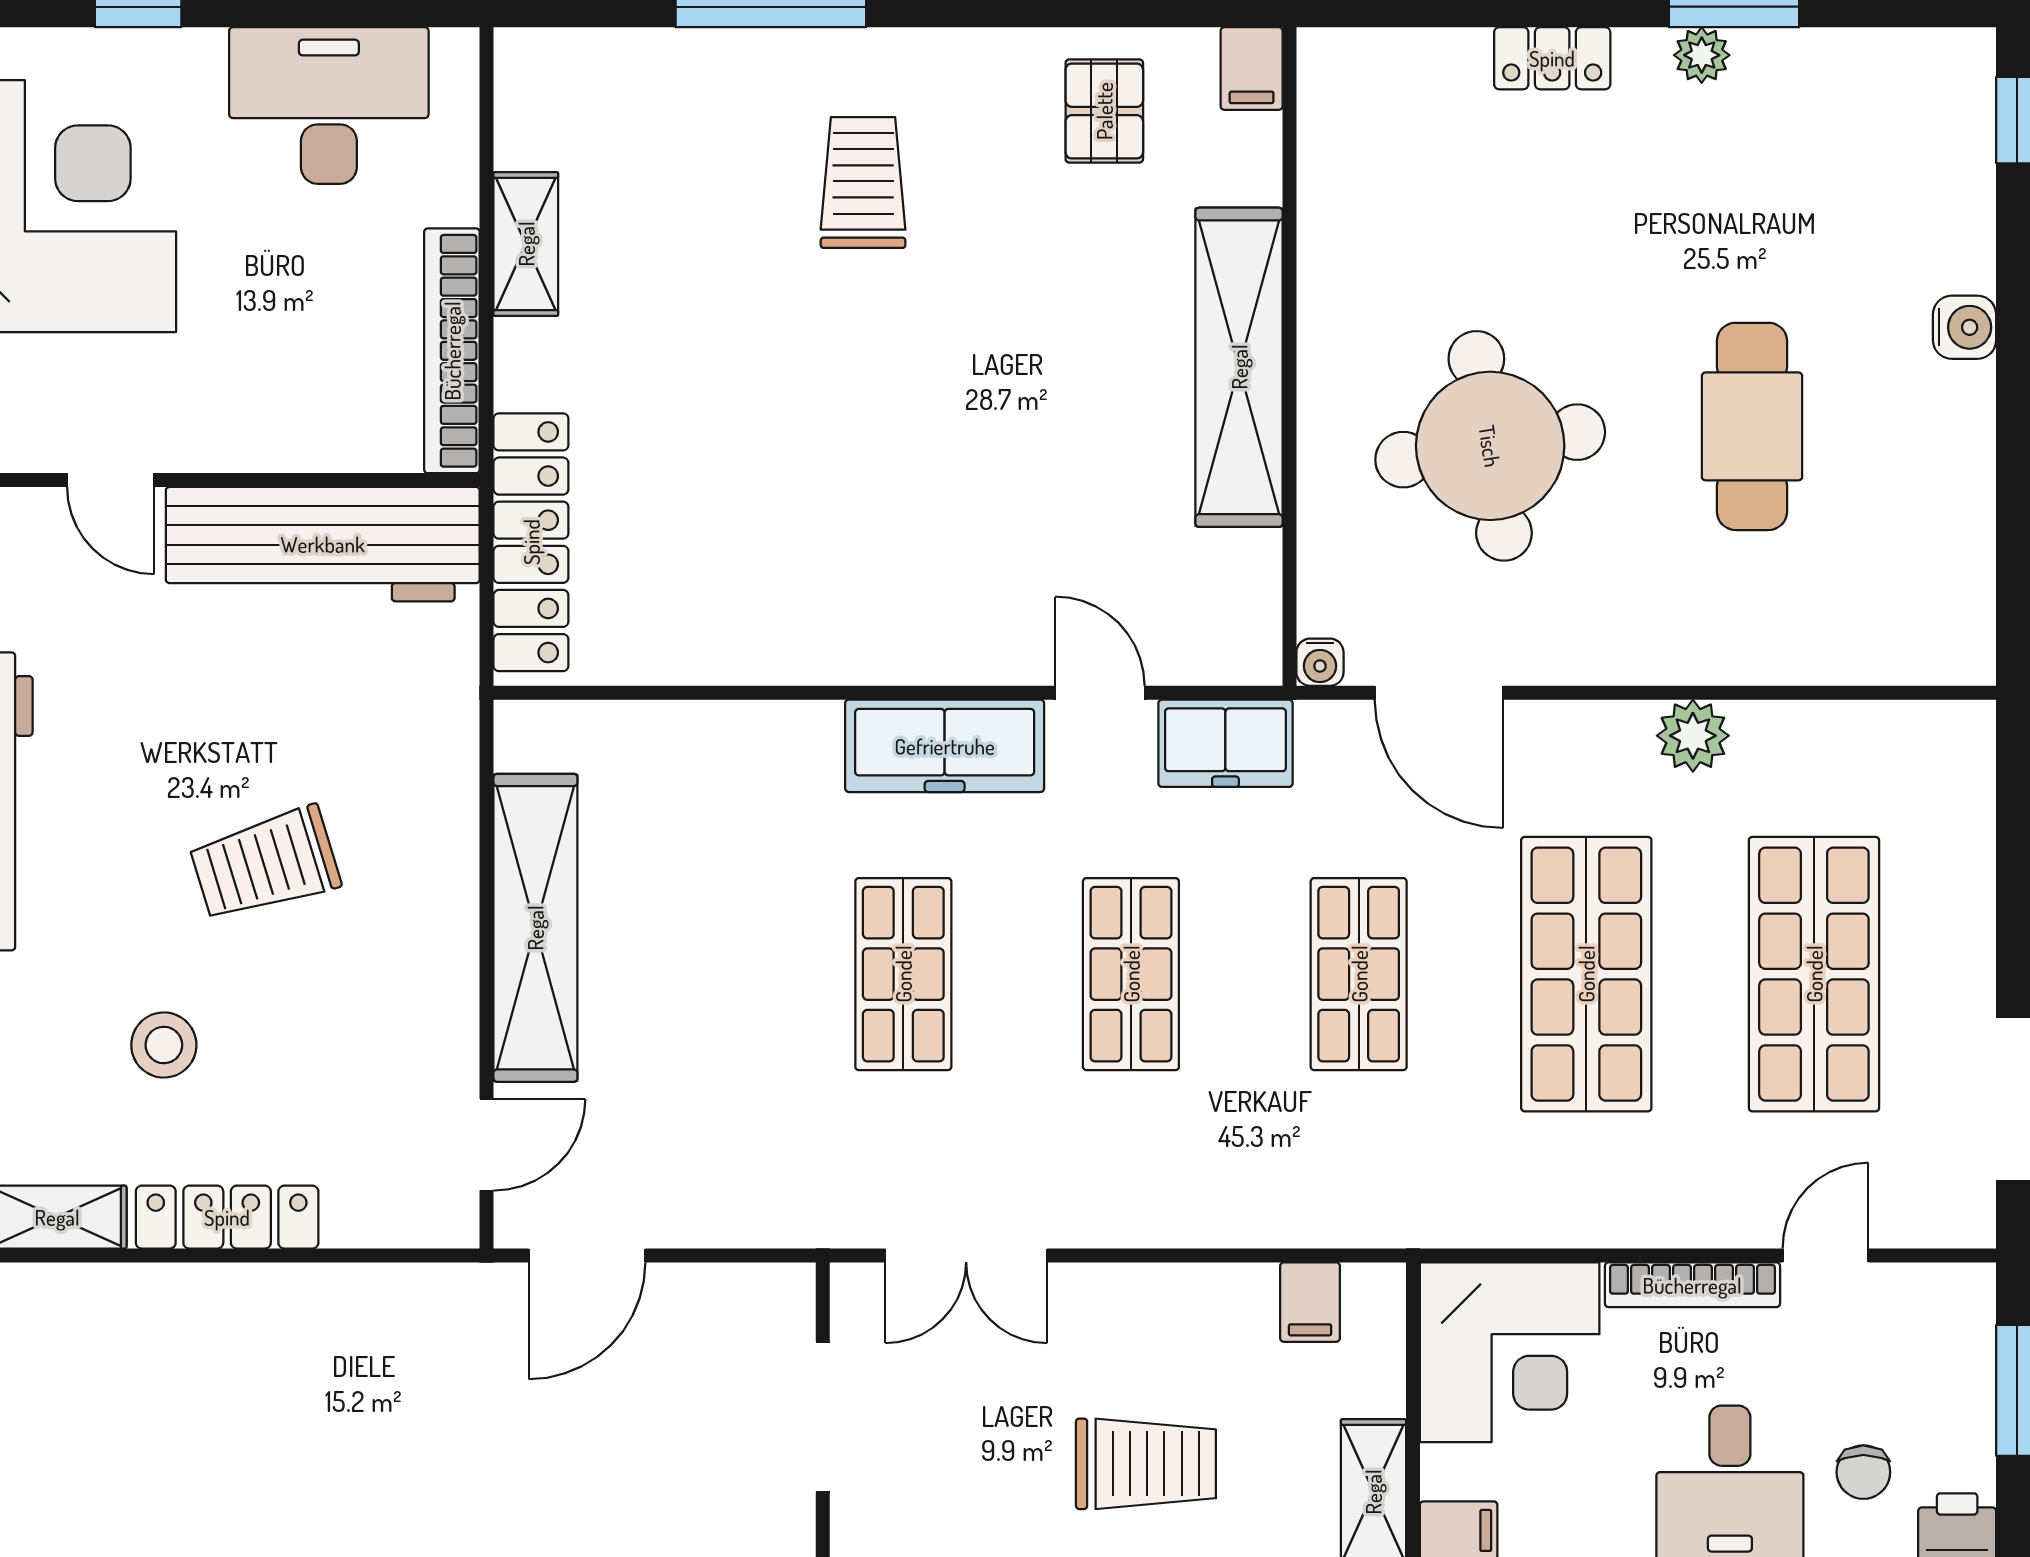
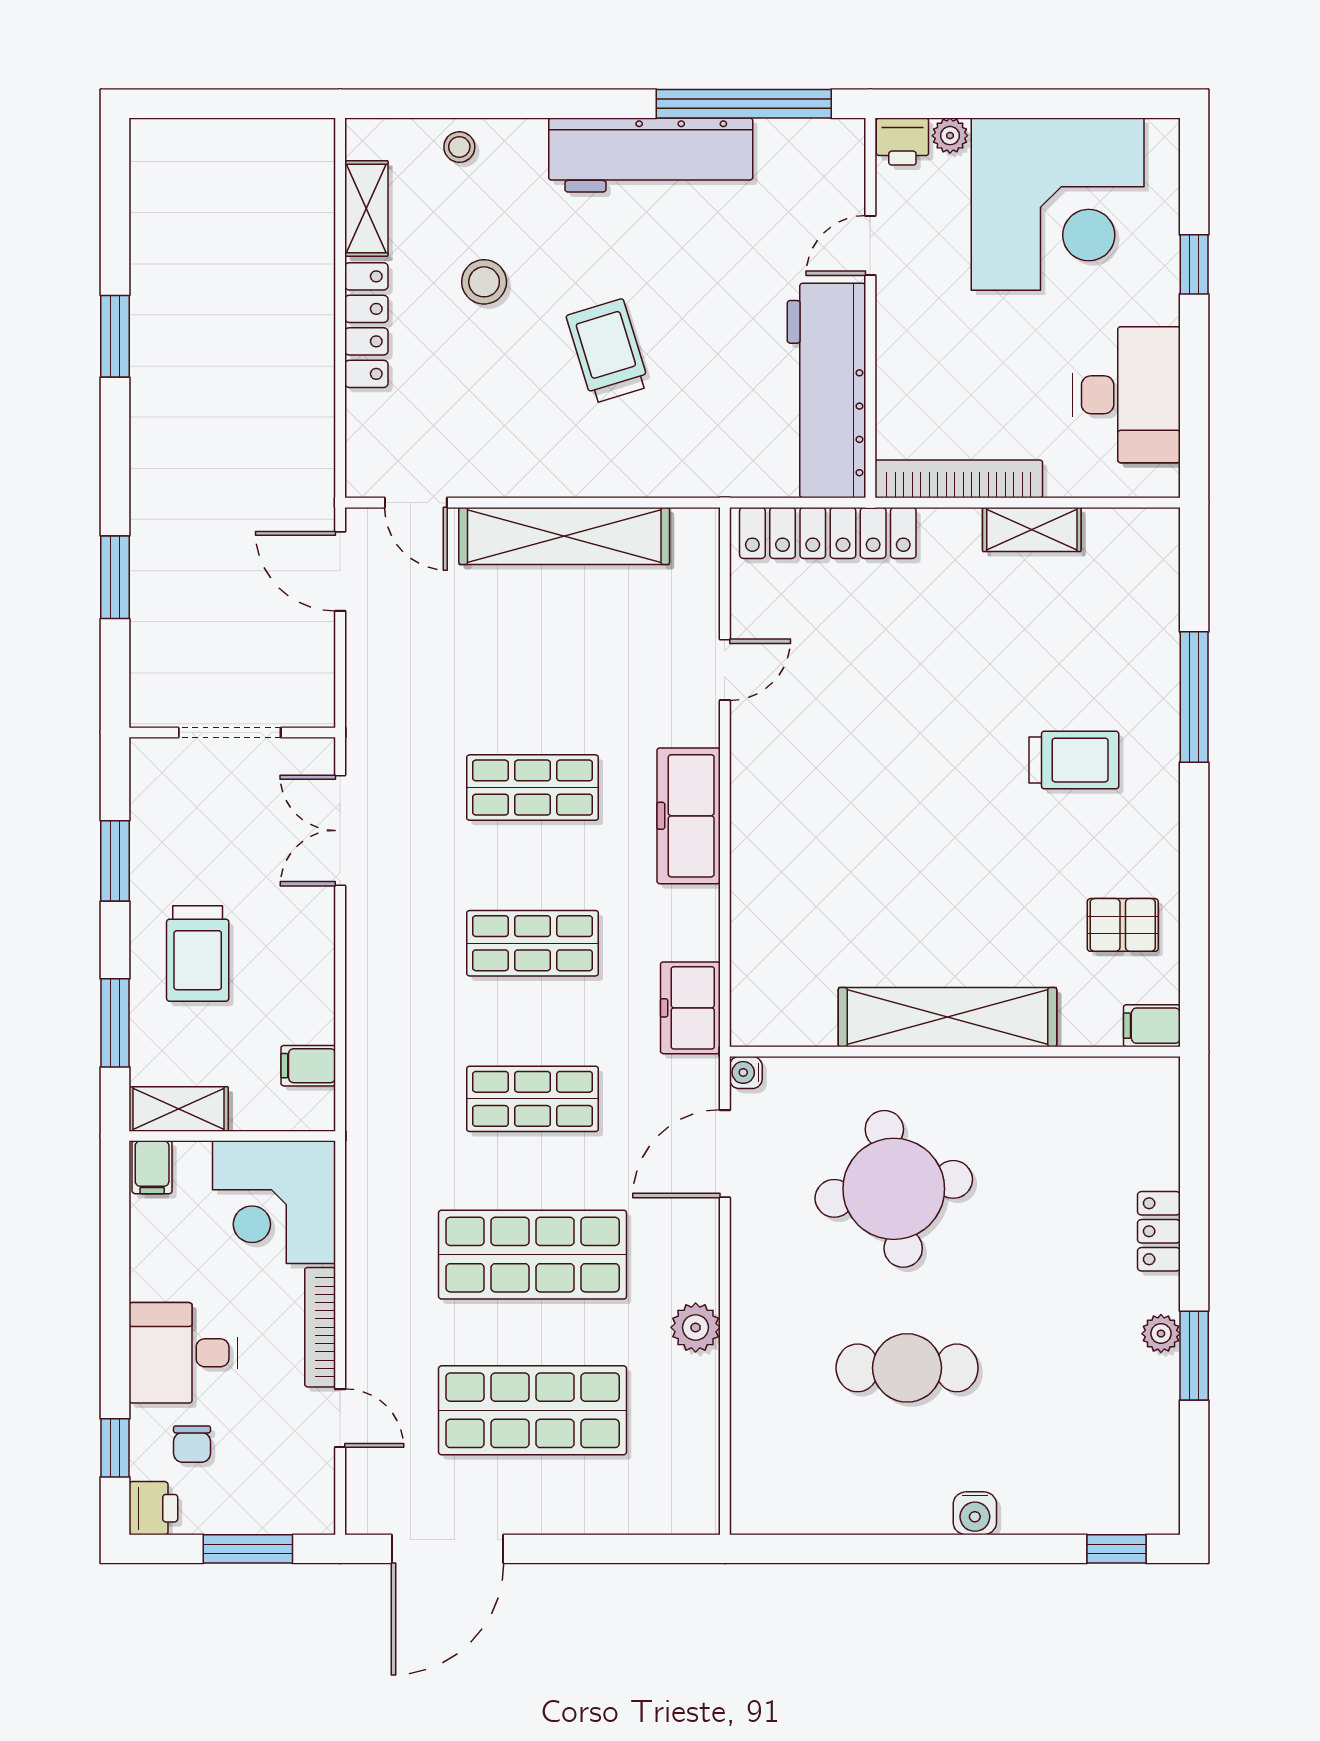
door: (1100, 693) -> (725, 670), moved
chair: (1863, 1472) -> (192, 1444), turned -90

